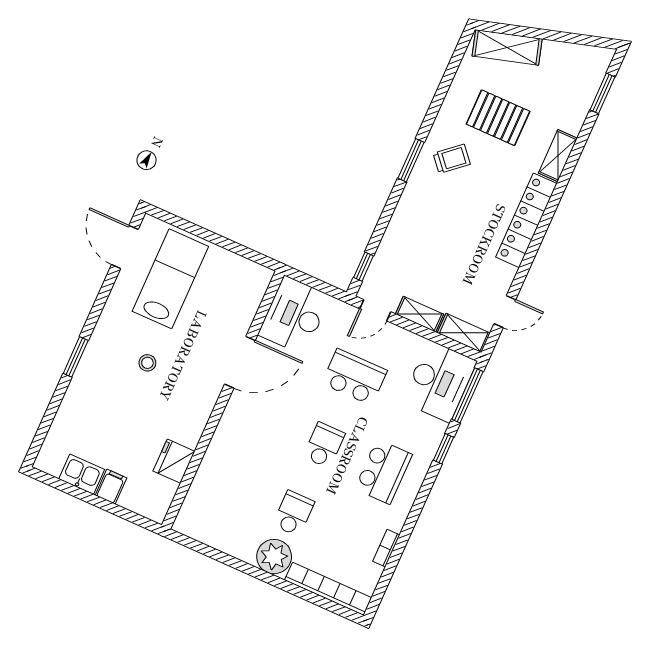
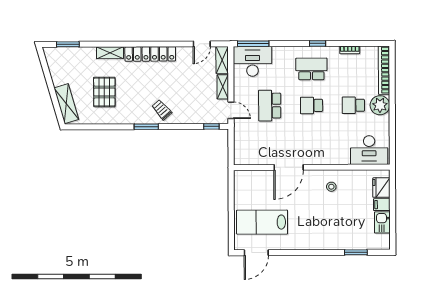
trolley: (452, 159) -> (162, 110), moved
door: (505, 312) -> (202, 44), swing flipped
desk: (294, 315) -> (369, 150), moved
window: (76, 357) -> (356, 252), moved
door: (240, 362) -> (289, 167), swing flipped
stool: (147, 363) -> (331, 187), moved
window: (444, 449) -> (318, 43), moved
fridge: (174, 461) -> (381, 188), moved, turned 90

